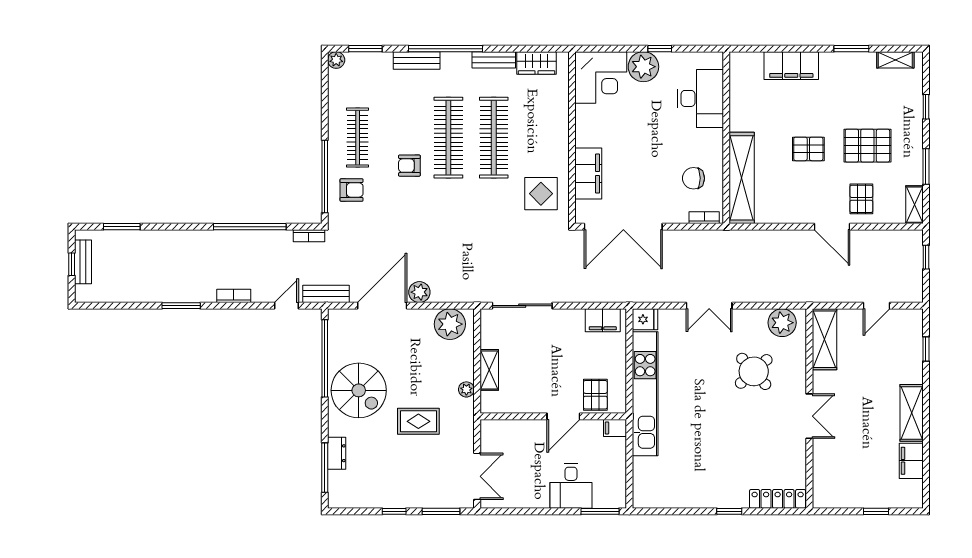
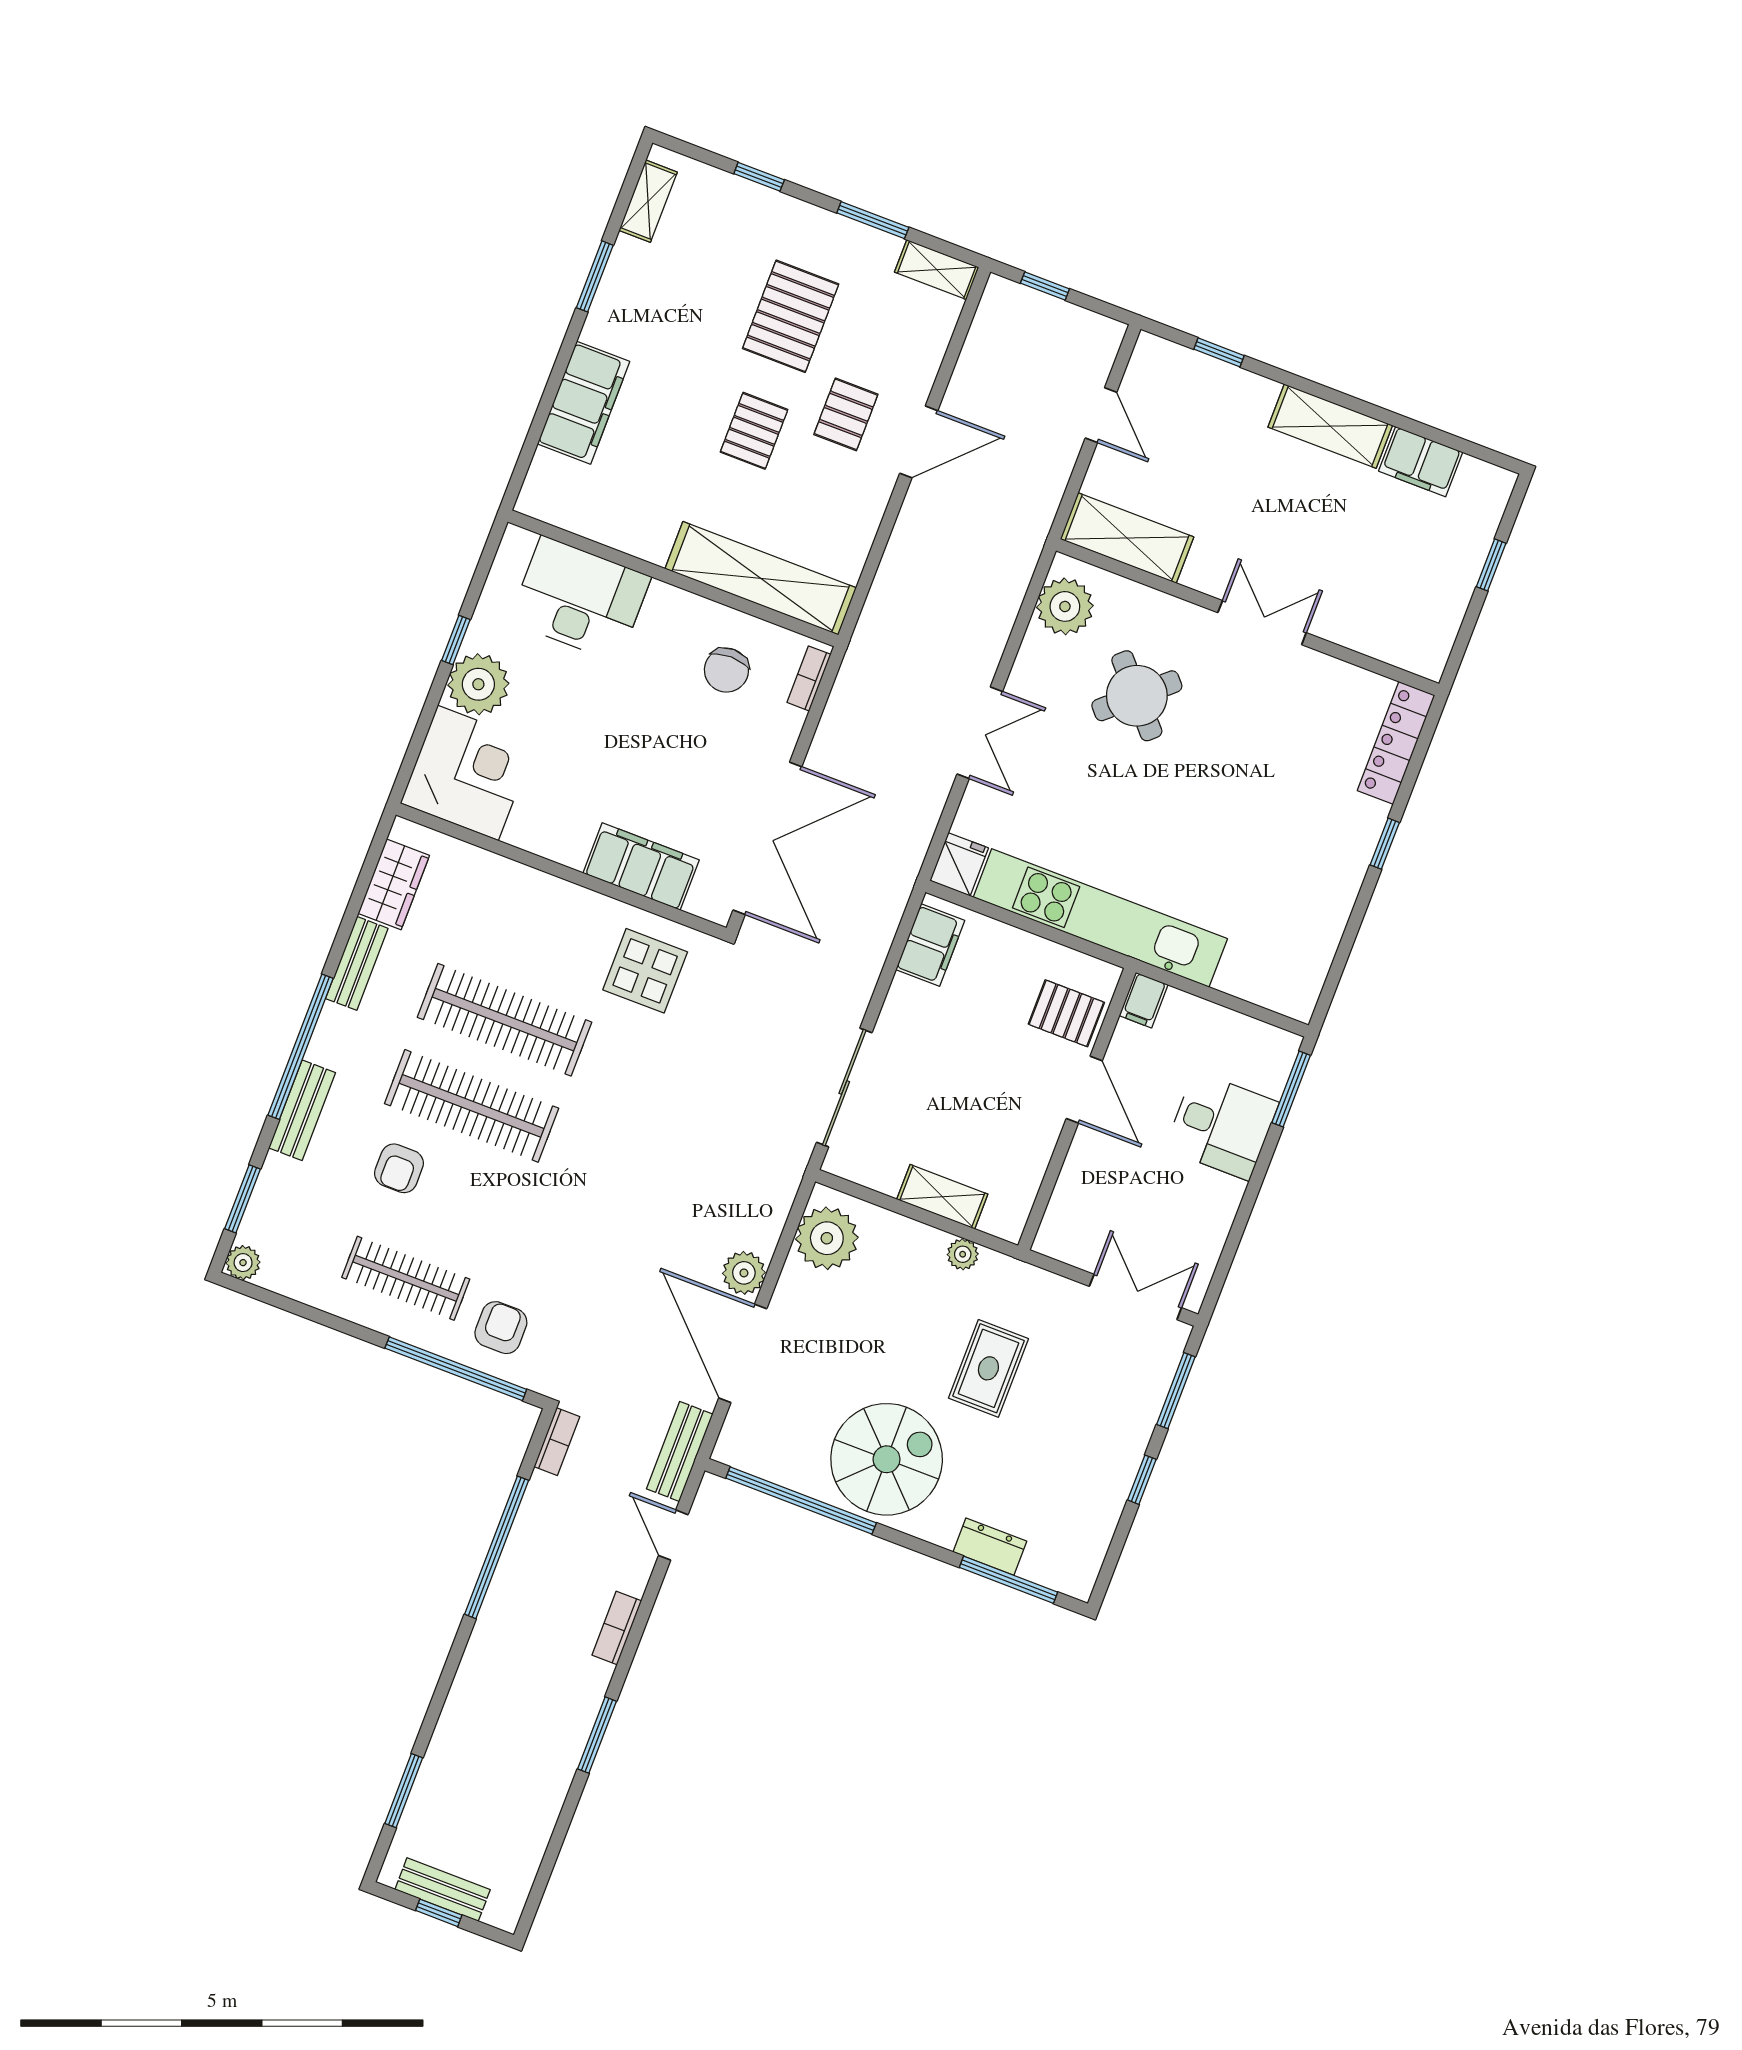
armchair: (409, 166) -> (399, 1168), moved
pallet: (861, 199) -> (846, 414), moved, turned 90

